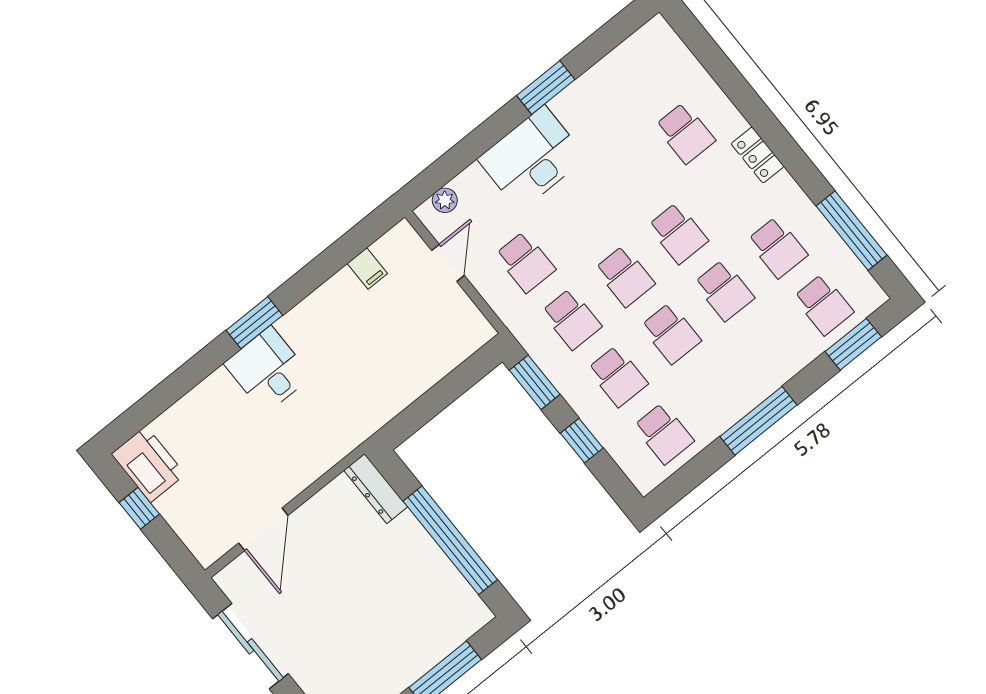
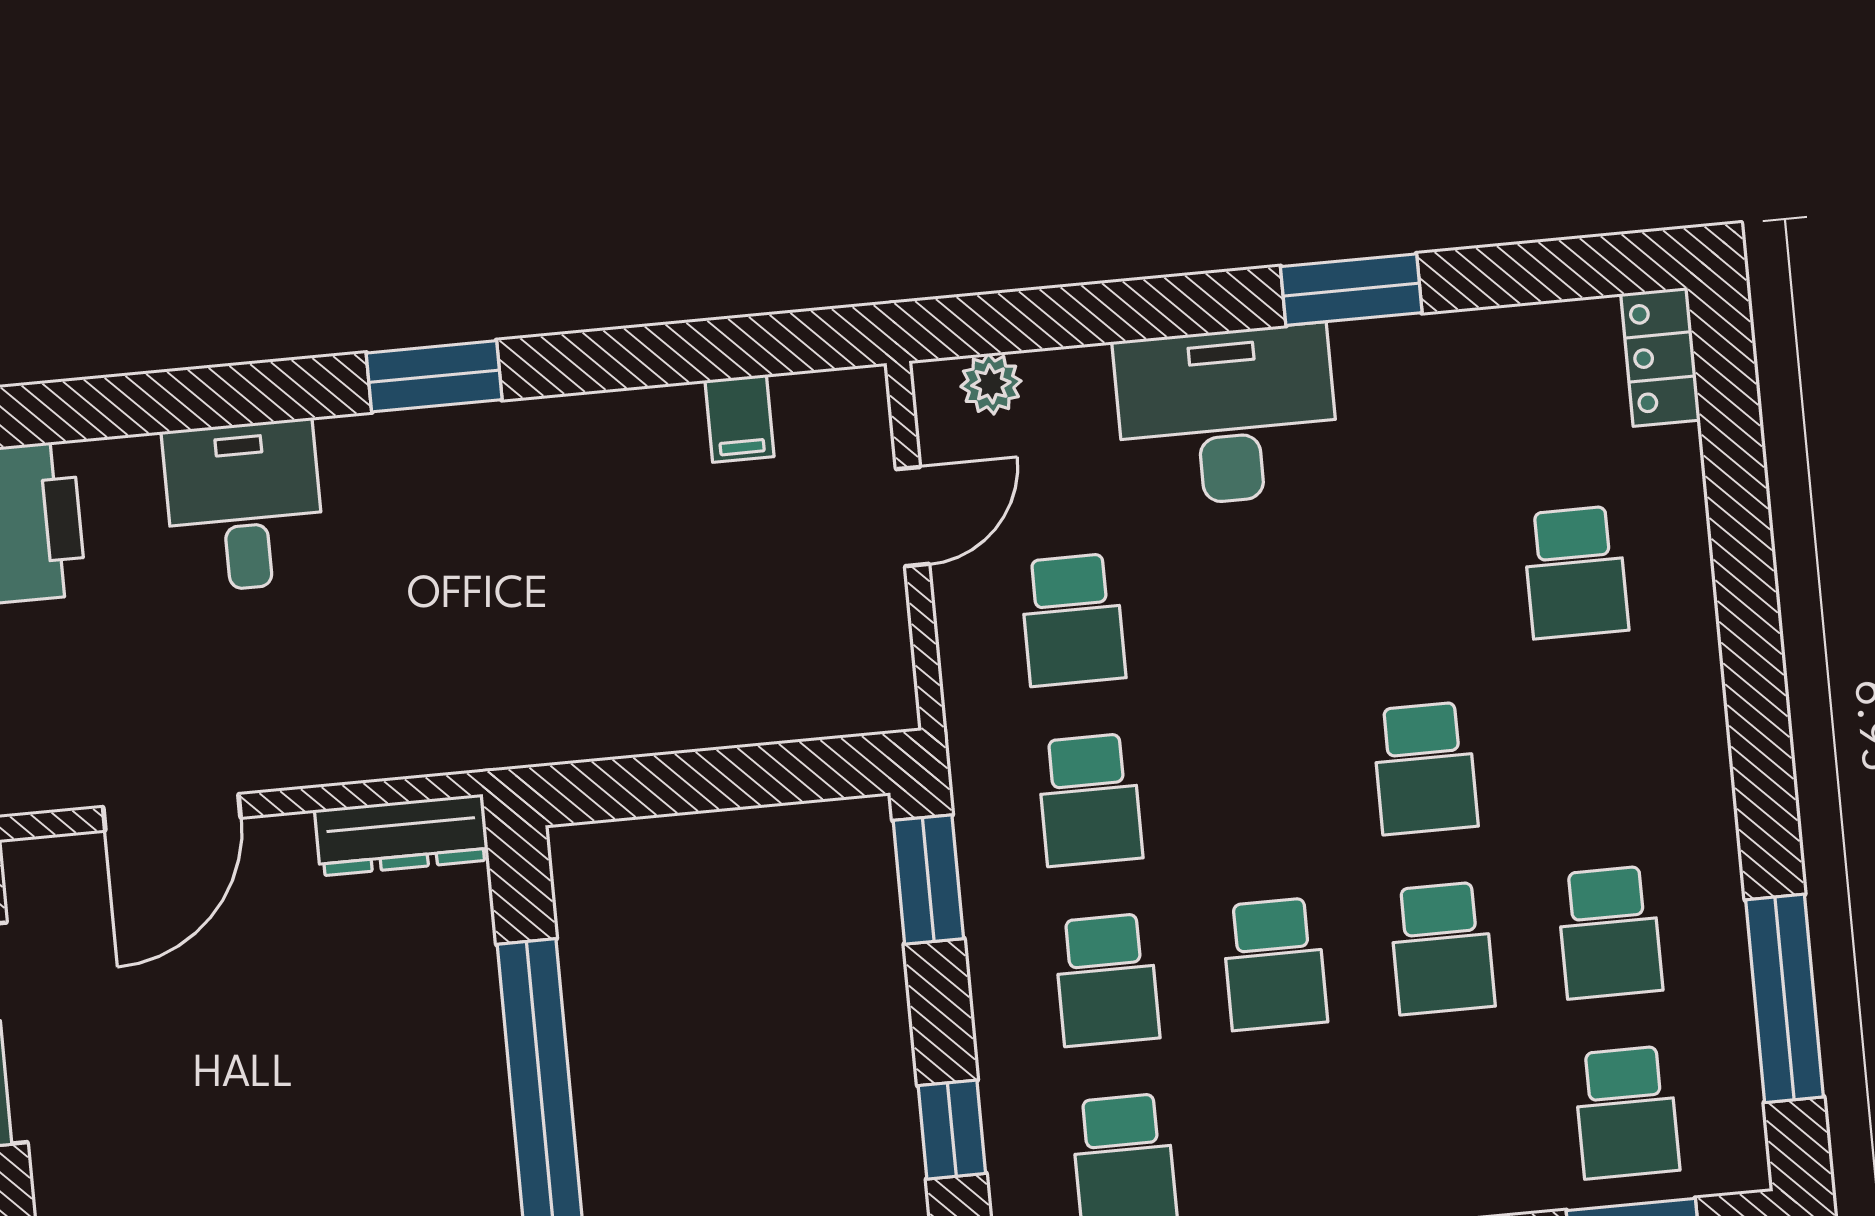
locker: (758, 155) -> (1660, 357), moved
school desk: (625, 276) -> (1257, 784), removed
desk: (268, 370) -> (244, 506), moved
window: (582, 441) -> (952, 1130), moved
dresser: (376, 489) -> (402, 835), moved, turned -90

